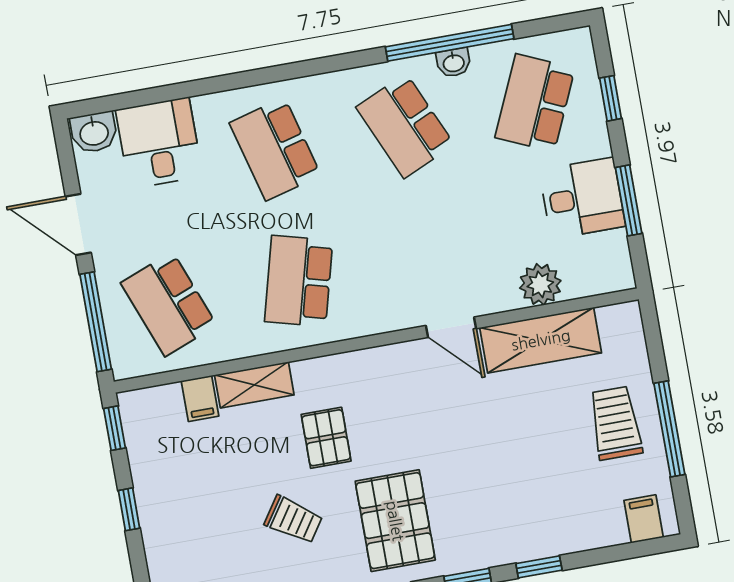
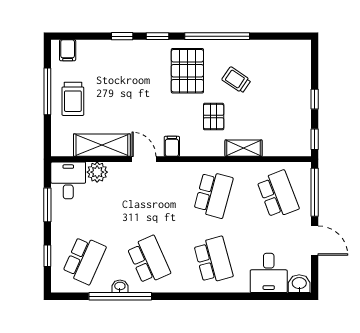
desk: (582, 198) -> (68, 180), moved, turned 90
filing cabinet: (200, 398) -> (172, 146), moved

